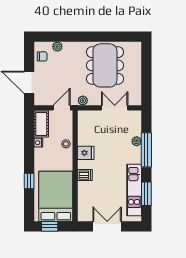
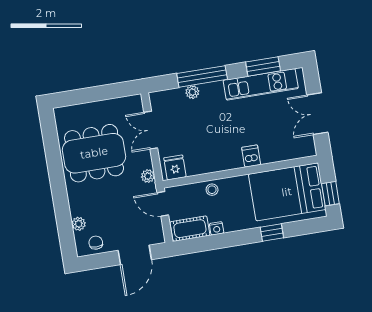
fridge: (86, 153) -> (175, 167), moved

